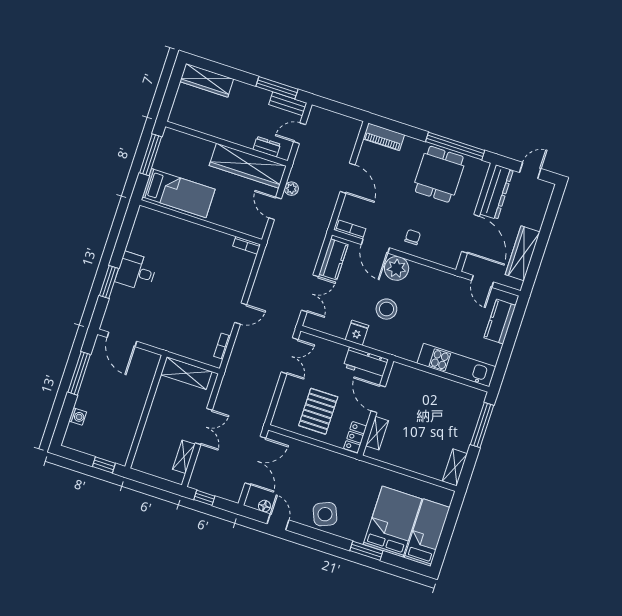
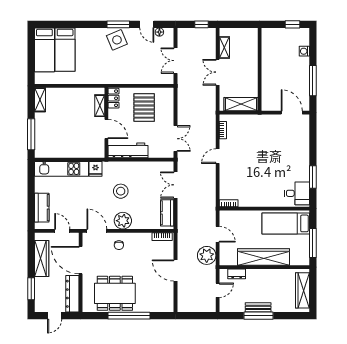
wardrobe: (207, 80) -> (303, 290), moved, turned -90
window: (277, 88) -> (258, 316), moved
bench: (288, 104) -> (258, 307), moved
piano: (384, 137) -> (160, 306), removed
window: (455, 146) -> (129, 316), moved
wardrobe: (248, 166) -> (264, 257), moved
dining table: (439, 174) -> (115, 293), width x1.38
plant: (291, 189) -> (207, 255), width x1.87, depth x1.87
window: (550, 217) -> (31, 289), added
door: (375, 246) -> (97, 231), moved
desk: (136, 272) -> (297, 193), moved
window: (109, 282) -> (313, 177), moved
fridge: (357, 333) -> (95, 169), moved
double door: (290, 356) -> (176, 139), swing flipped
workbench: (366, 363) -> (128, 150), width x1.38
double door: (255, 461) -> (176, 61), width x0.73
window: (104, 465) -> (292, 24), moved
bed: (393, 522) -> (65, 50), width x0.67
window: (366, 551) -> (118, 24), moved

